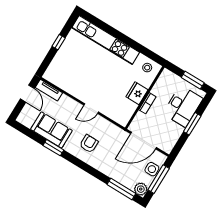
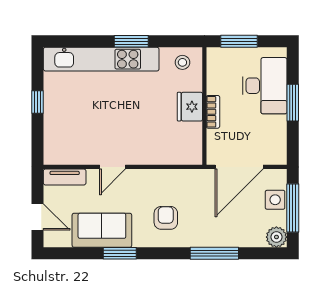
window: (127, 40) -> (131, 41), added
window: (193, 80) -> (239, 41), moved
door: (27, 94) -> (38, 217), moved
door: (91, 109) -> (112, 167), moved
window: (121, 189) -> (214, 253), moved

